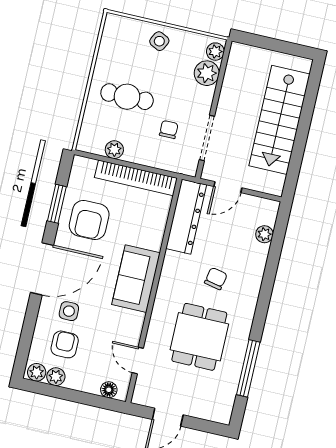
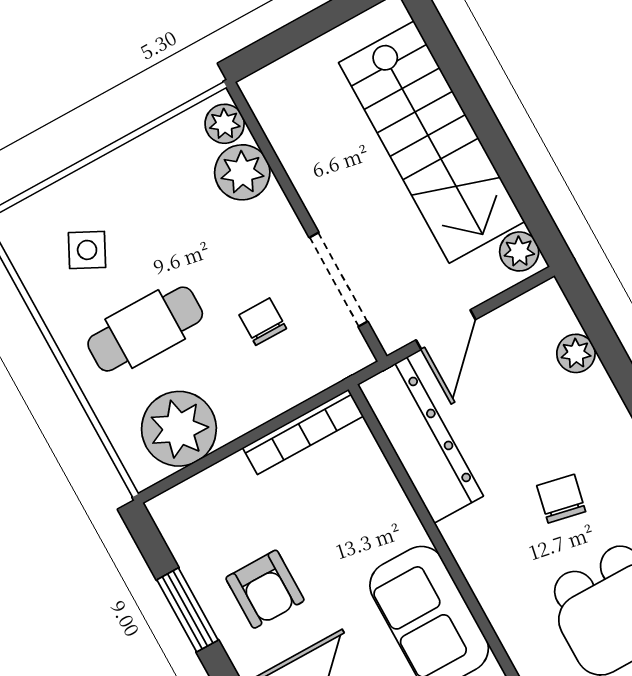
side table: (159, 41) -> (87, 250), moved
plant: (114, 150) -> (179, 429), width x1.87, depth x1.87
bookcase: (136, 178) -> (303, 432), width x0.68, depth x0.76
plant: (276, 183) -> (519, 251), added
armchair: (89, 220) -> (265, 589), width x0.72, depth x0.72

